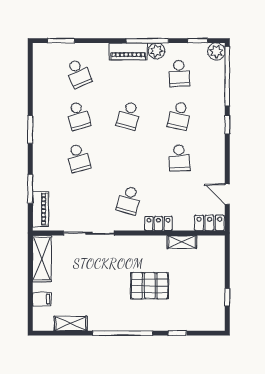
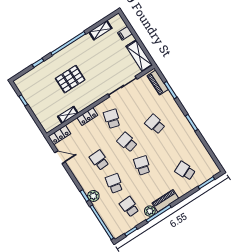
plant: (216, 52) -> (93, 196), moved
school desk: (78, 116) -> (127, 142), moved

